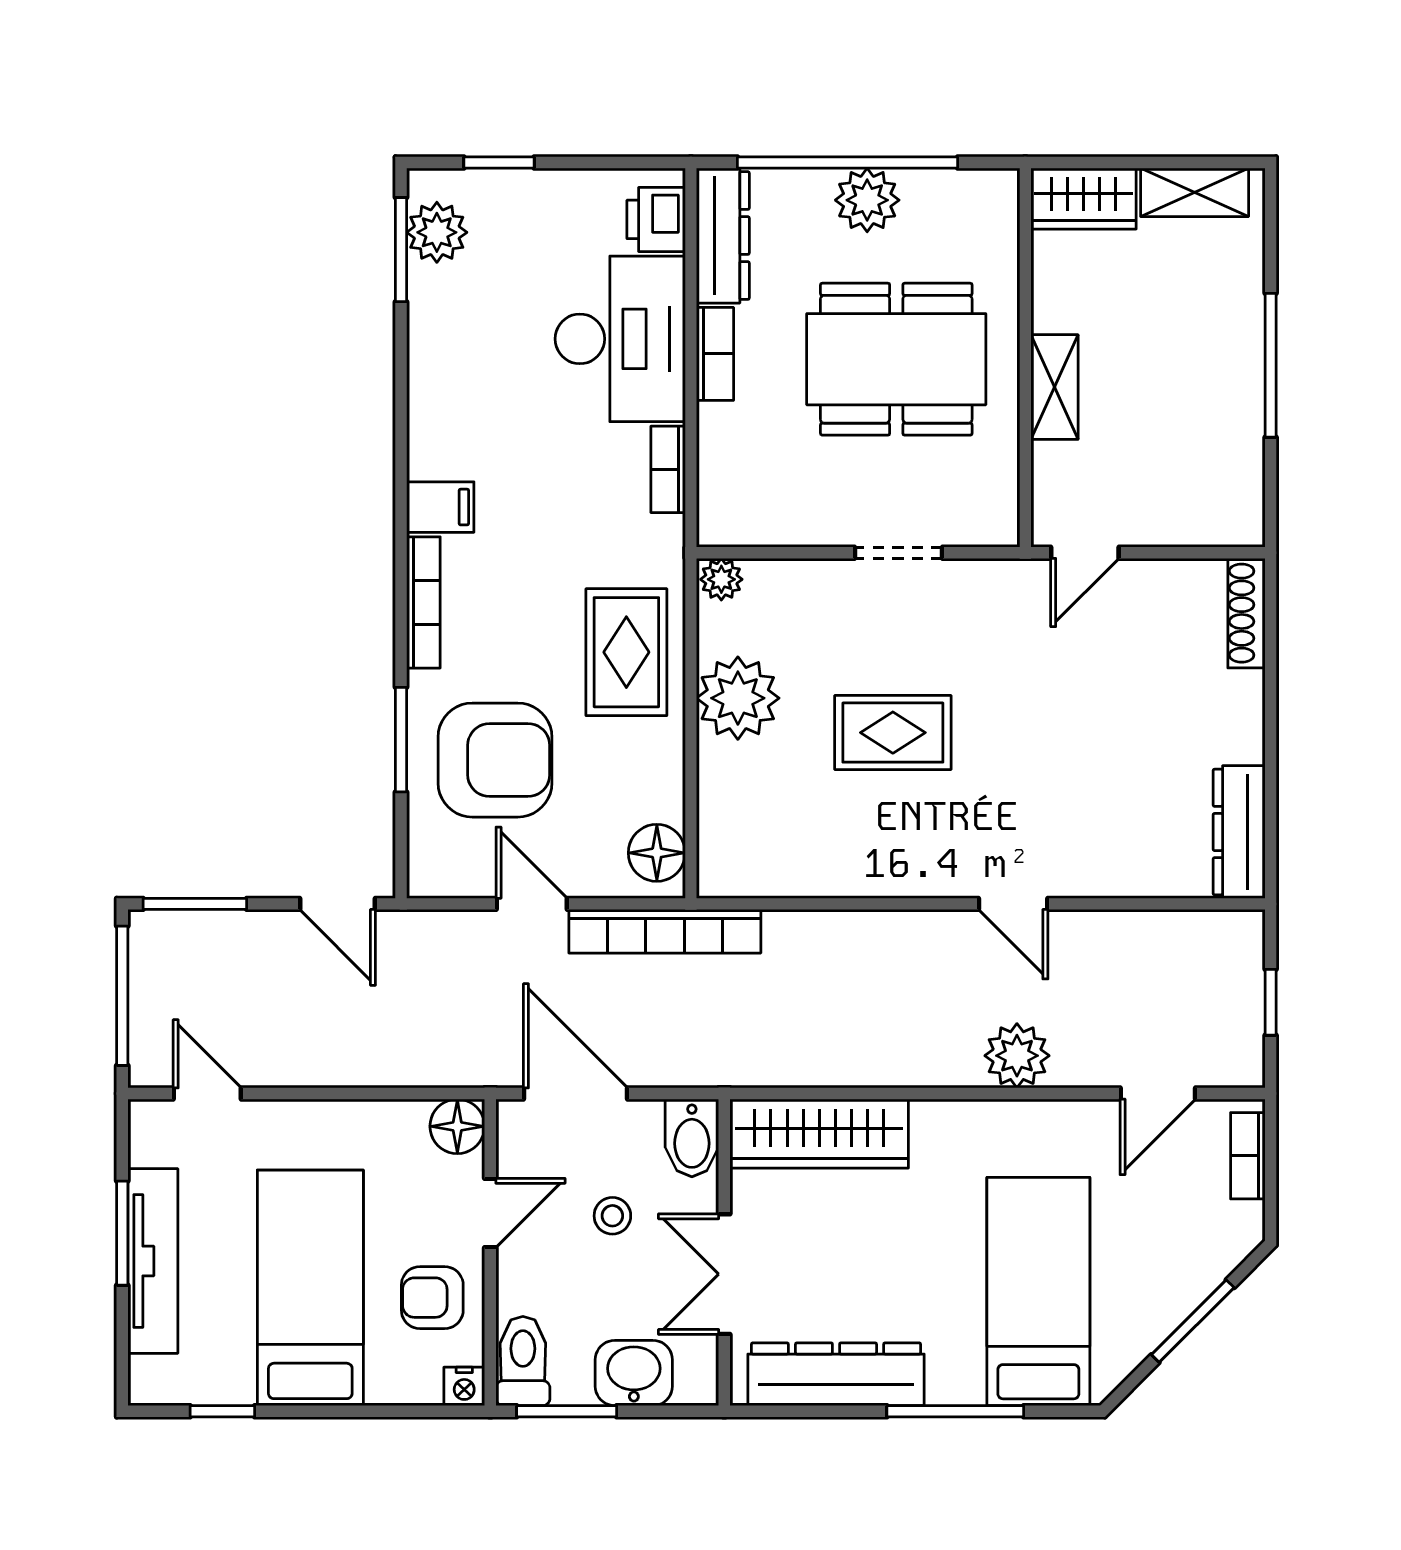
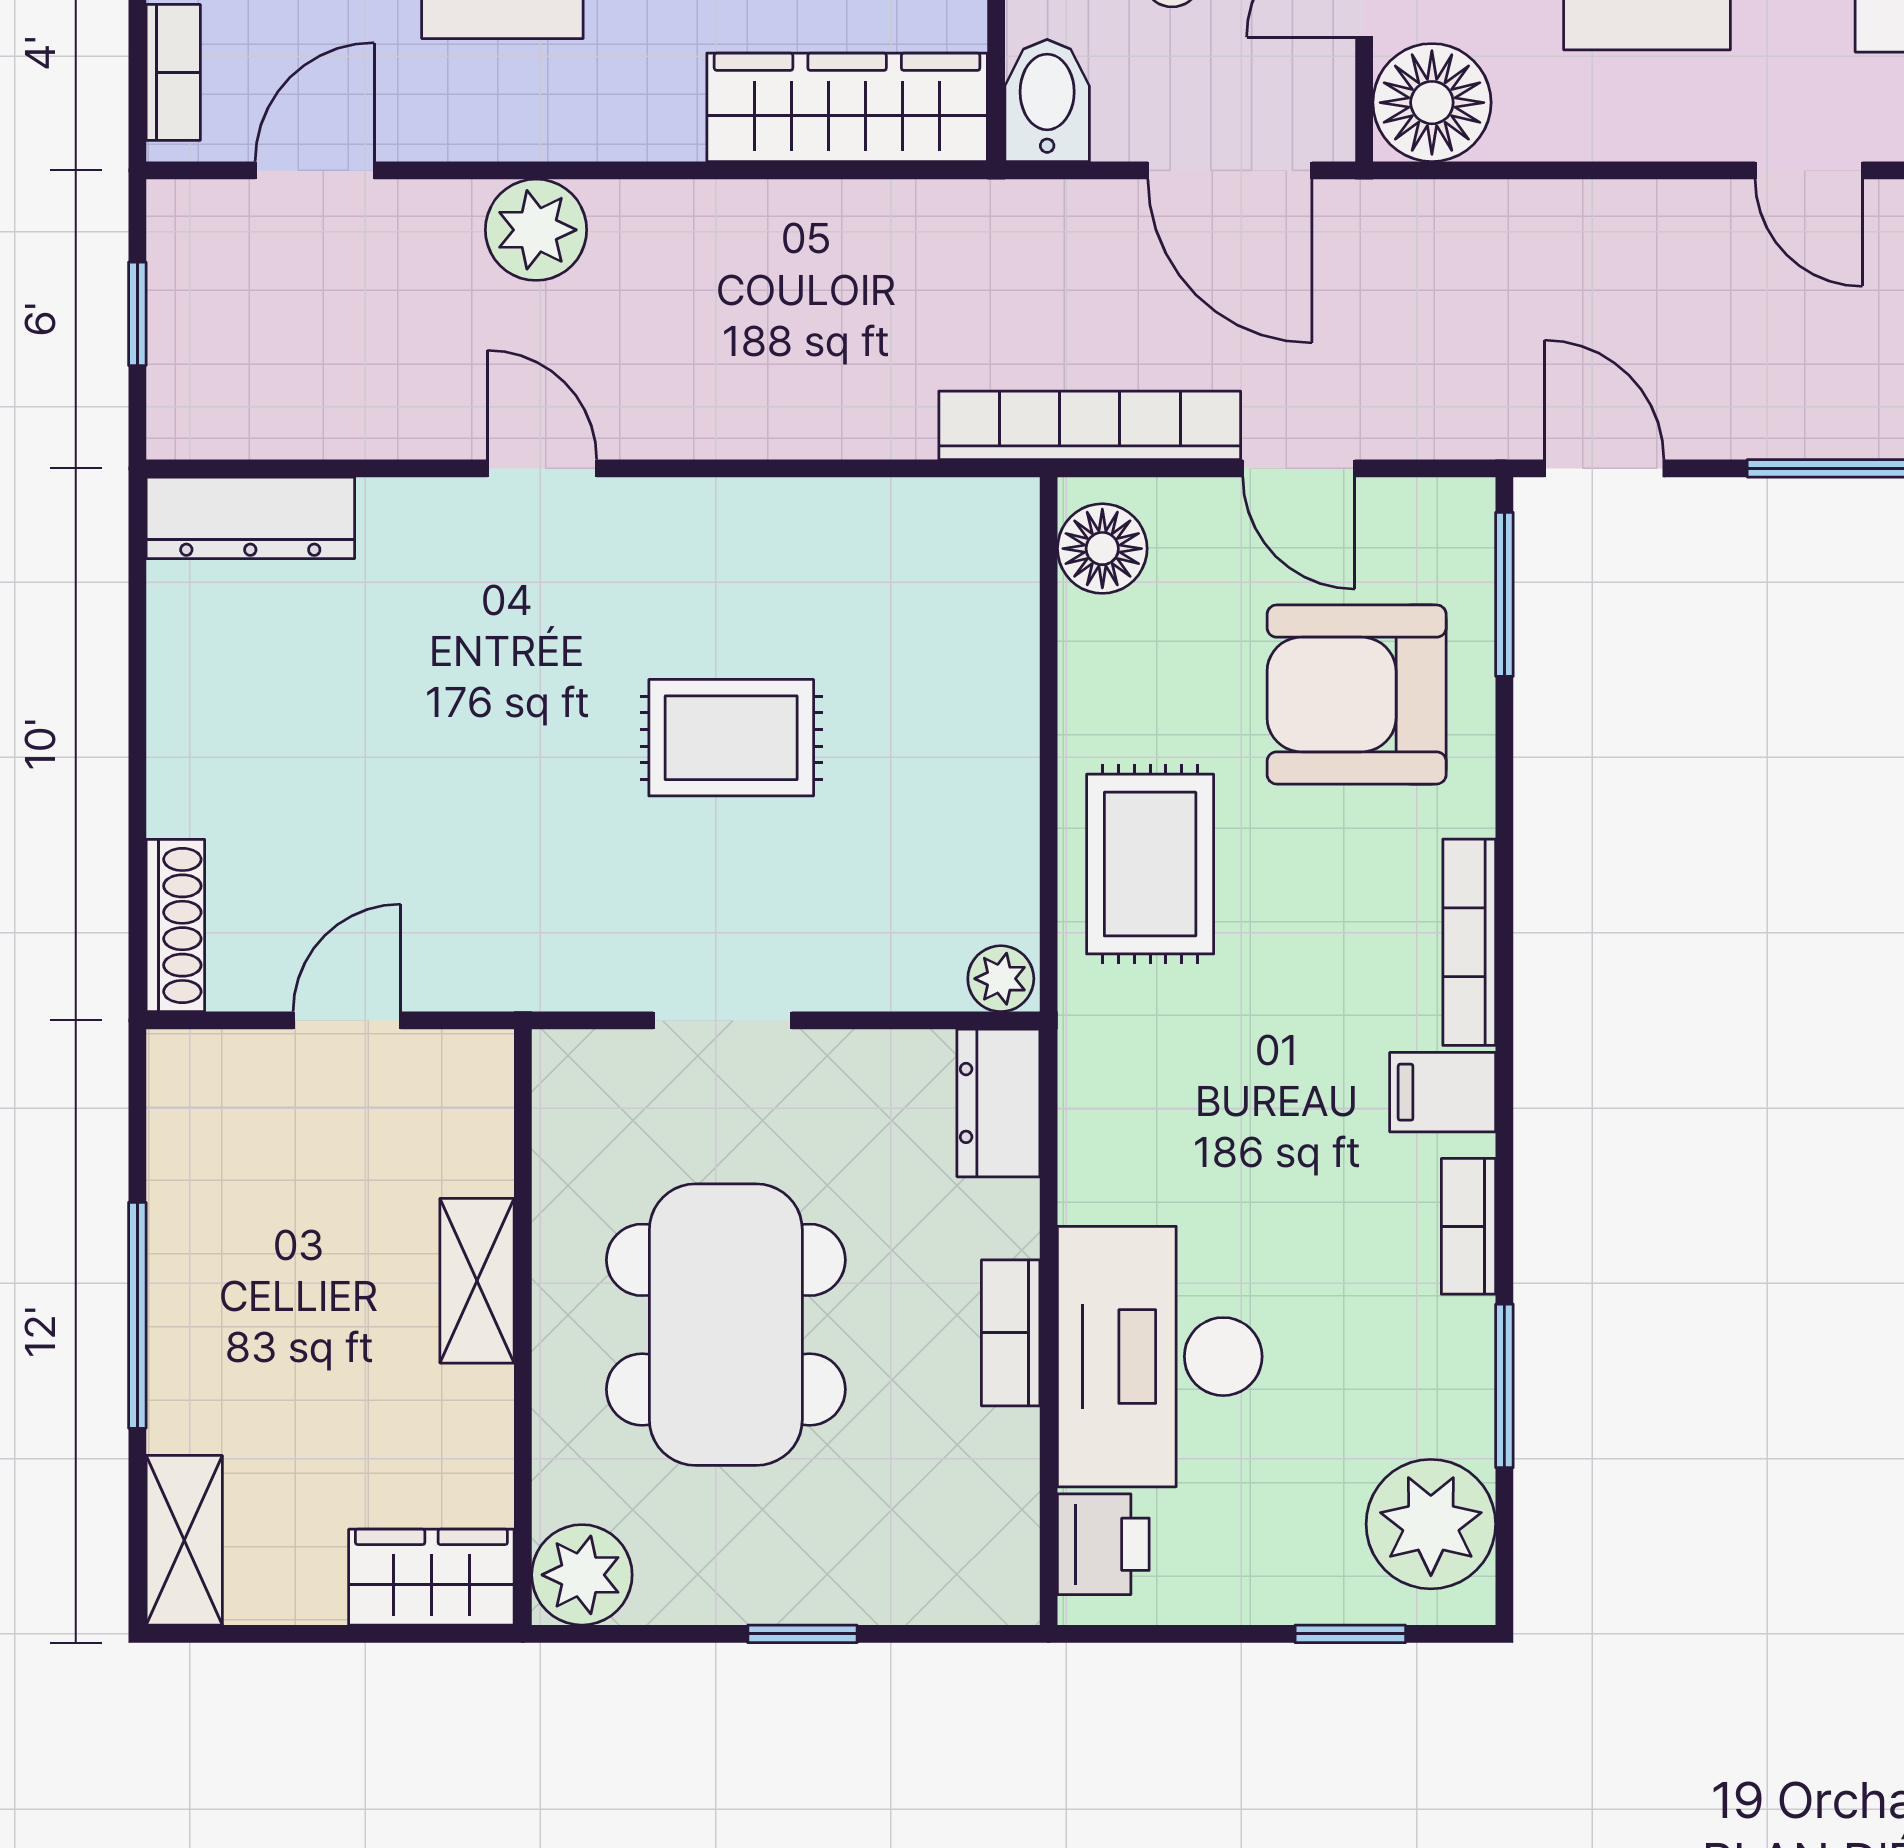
window: (848, 162) -> (802, 1634), width x0.32
shelving: (1195, 192) -> (184, 1540), moved, turned 90
plant: (867, 200) -> (582, 1575), moved
plant: (437, 232) -> (1431, 1524), width x1.36, depth x1.36
dresser: (723, 236) -> (998, 1103), moved, width x0.70
window: (401, 250) -> (1504, 1386), moved
dining table: (896, 359) -> (726, 1325), turned 90
bookcase: (668, 469) -> (1468, 1226), moved, turned 180
door: (1085, 553) -> (347, 1020), moved
plant: (738, 698) -> (975, 792), removed
window: (401, 740) -> (1504, 594), moved
dresser: (1239, 832) -> (250, 518), moved, turned 90
floor lamp: (457, 1126) -> (1432, 103), width x1.38, depth x1.38

